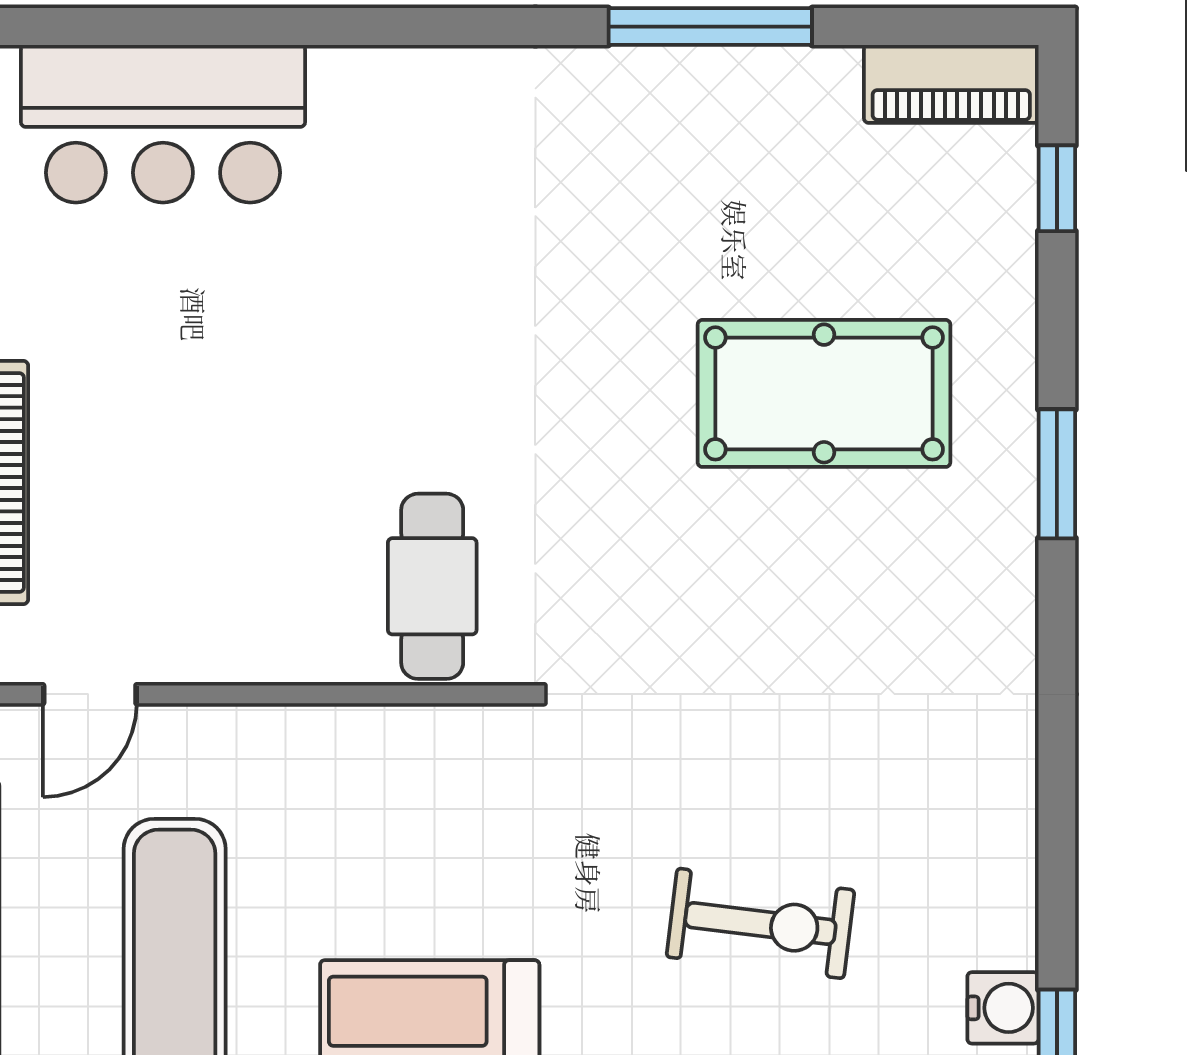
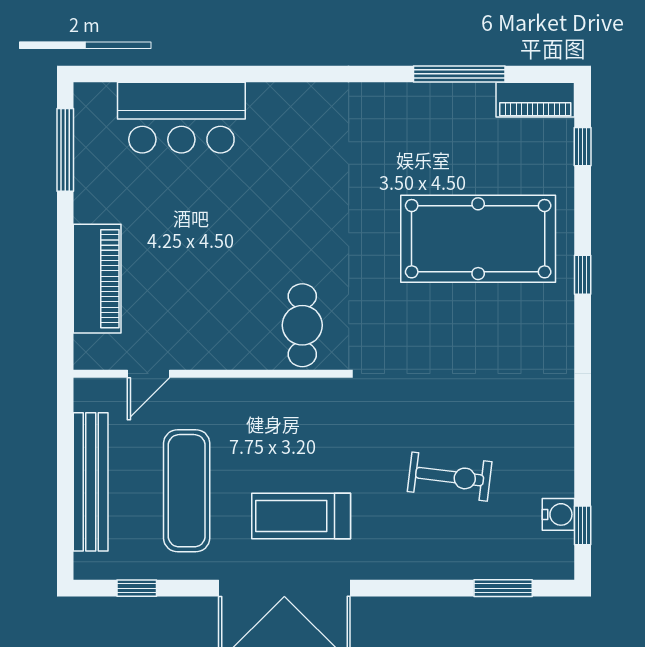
window: (710, 27) -> (459, 74), moved
pool table: (824, 393) -> (478, 239), width x1.36, depth x1.32
window: (1057, 474) -> (583, 275), width x0.67

